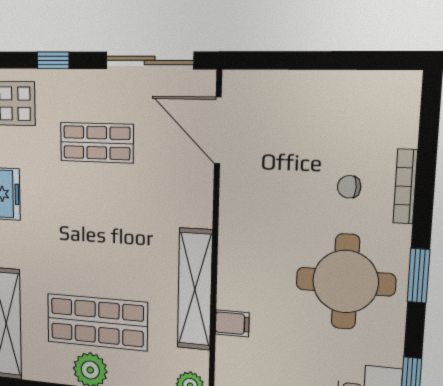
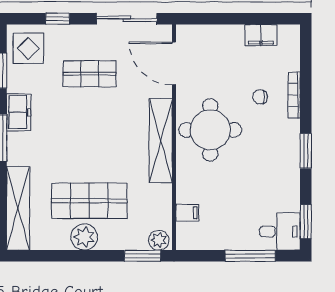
filing cabinet: (356, 88) -> (261, 35), added
round table: (345, 282) -> (210, 130), moved
shelving: (195, 289) -> (161, 140), moved
filing cabinet: (232, 323) -> (187, 213), moved

